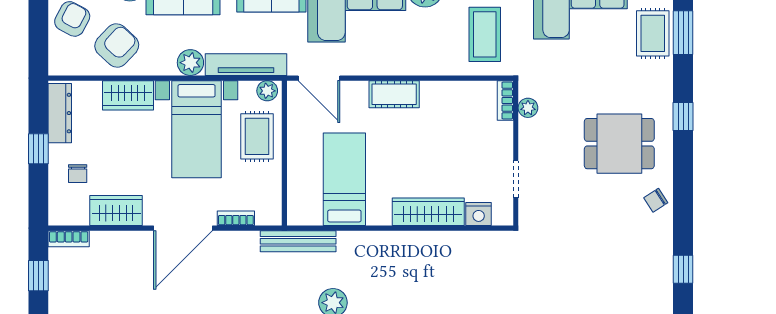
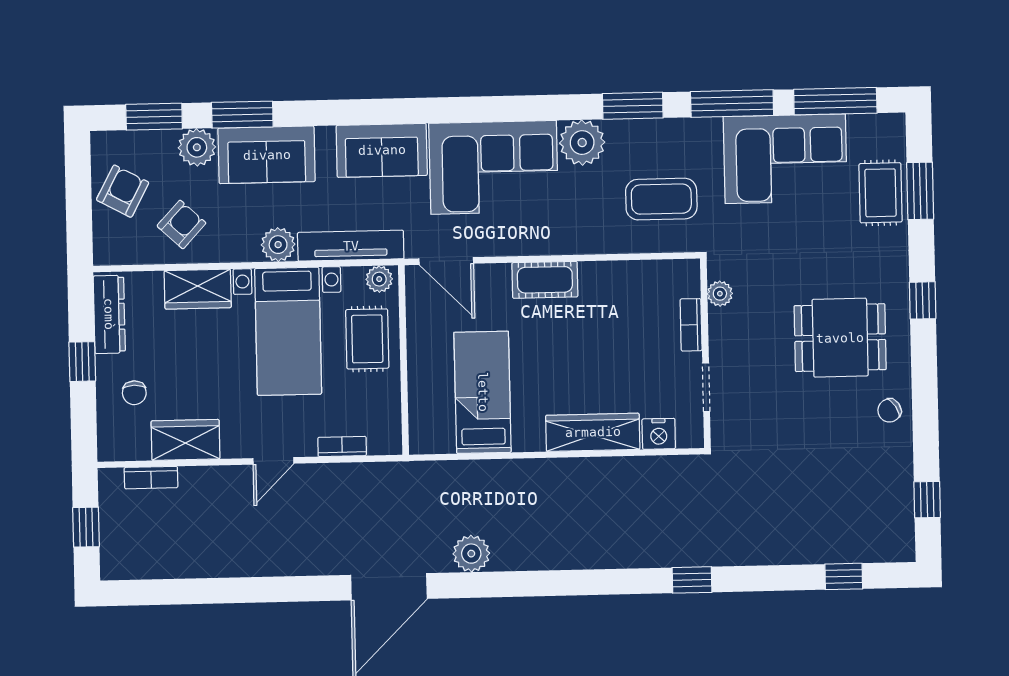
coffee table: (485, 34) -> (661, 199), turned 90
armchair: (117, 45) -> (181, 224), width x0.72, depth x0.72
bookcase: (505, 100) -> (691, 325), moved
door: (183, 228) -> (273, 461), width x0.53
bookcase: (69, 239) -> (151, 478), moved
bench: (298, 241) -> (424, 475), removed

